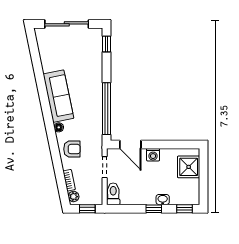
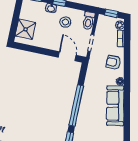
window: (107, 109) -> (76, 106), moved
washing machine: (153, 155) -> (51, 45), removed
stool: (141, 186) -> (65, 22), added

